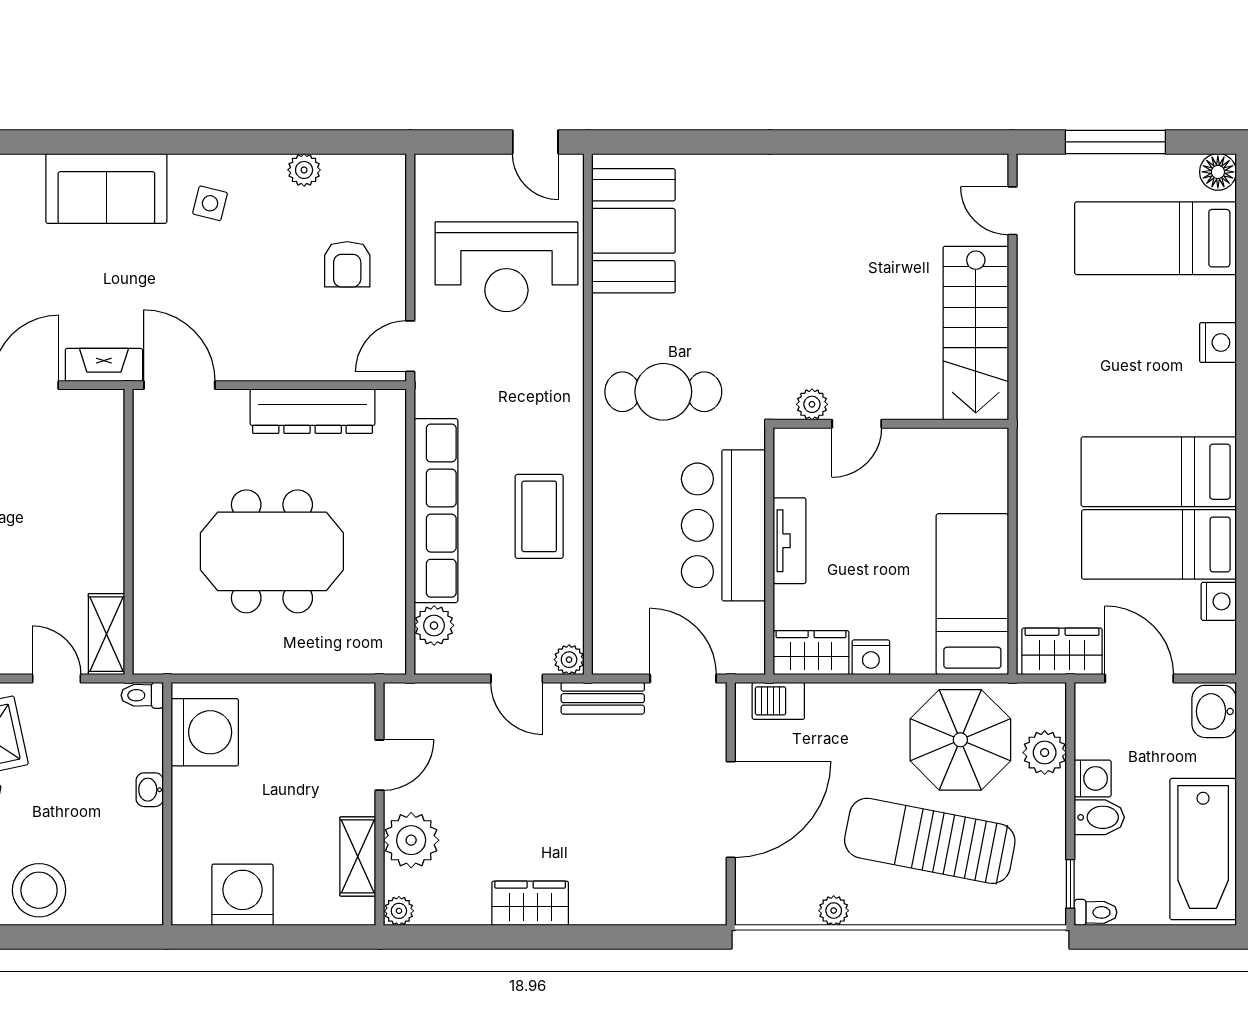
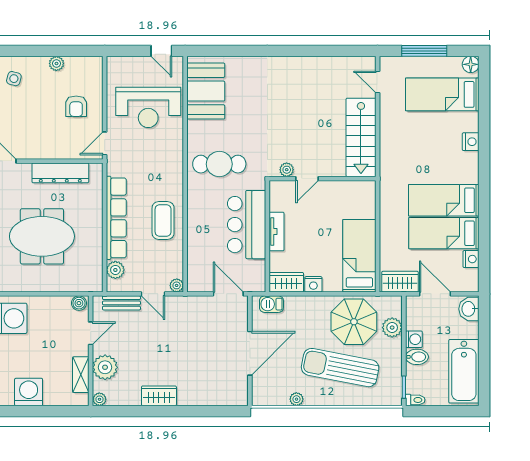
bench: (603, 698) -> (121, 303), moved
boiler: (354, 699) -> (79, 303), added

